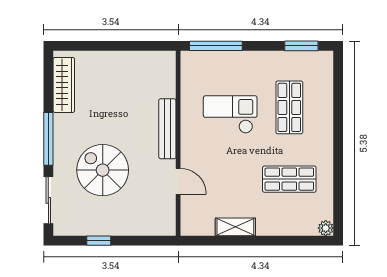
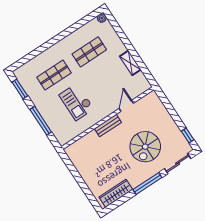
window: (216, 46) -> (41, 121), moved
bench: (167, 129) -> (108, 126), width x0.73
shop shelf: (289, 179) -> (89, 52), turned 90
window: (99, 241) -> (188, 135), moved

